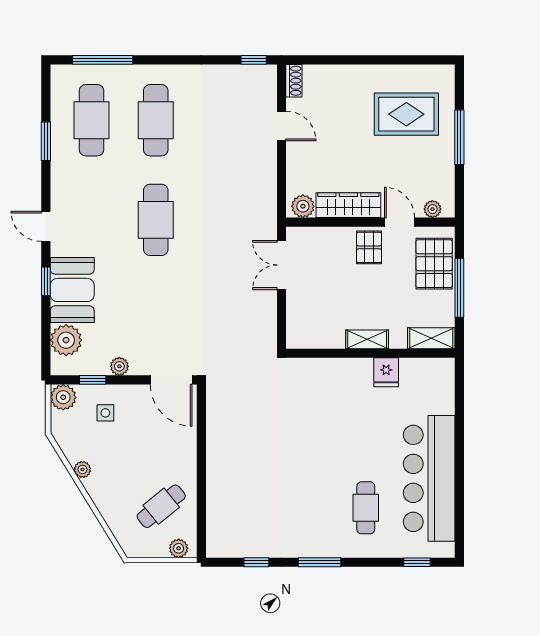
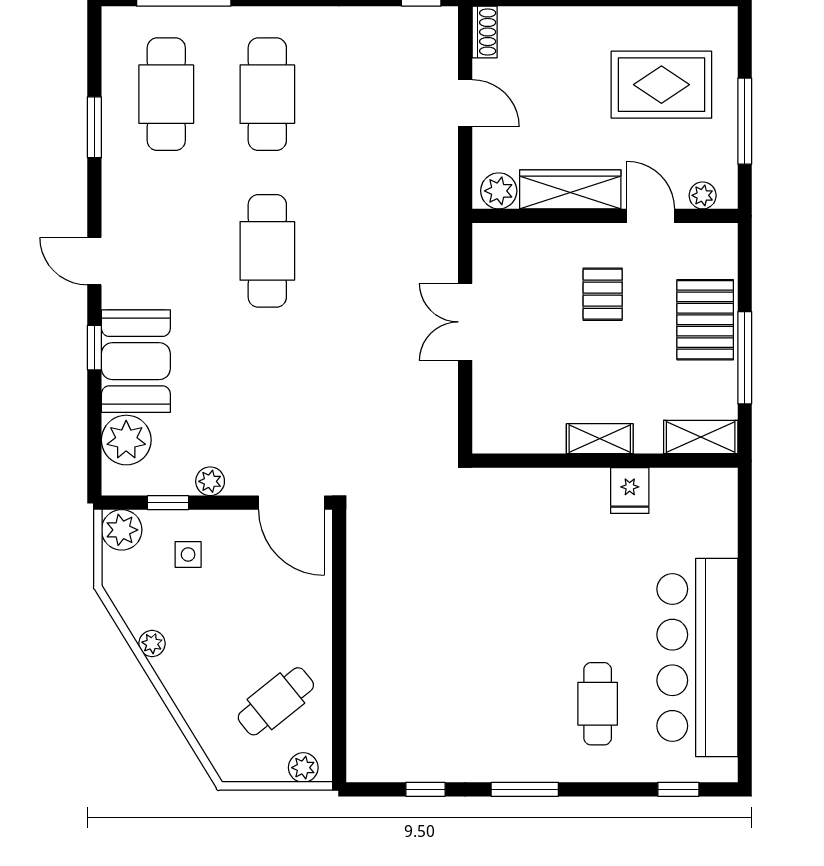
wardrobe: (348, 205) -> (570, 189), moved
plant: (303, 206) -> (499, 191), moved
plant: (432, 209) -> (703, 195), moved
wall: (370, 222) -> (605, 216), moved
door: (400, 222) -> (651, 216), moved

